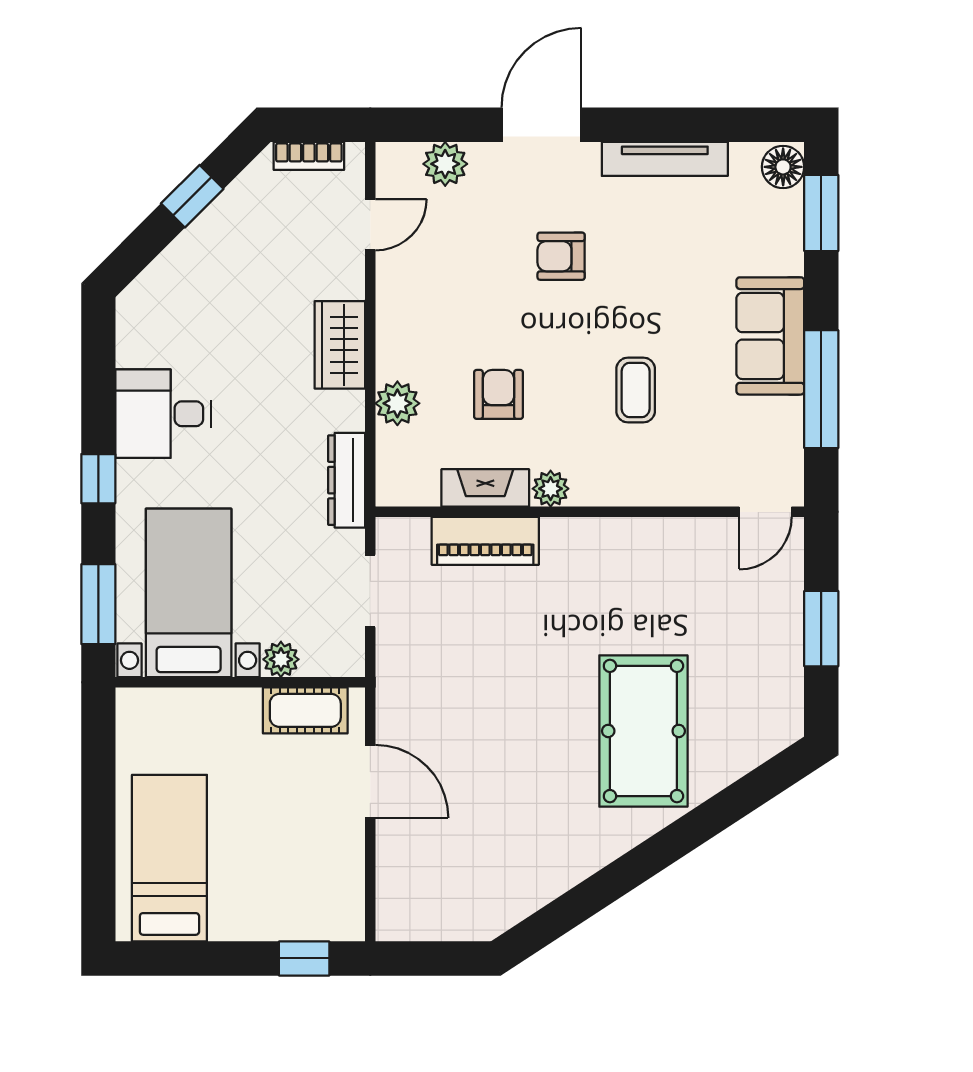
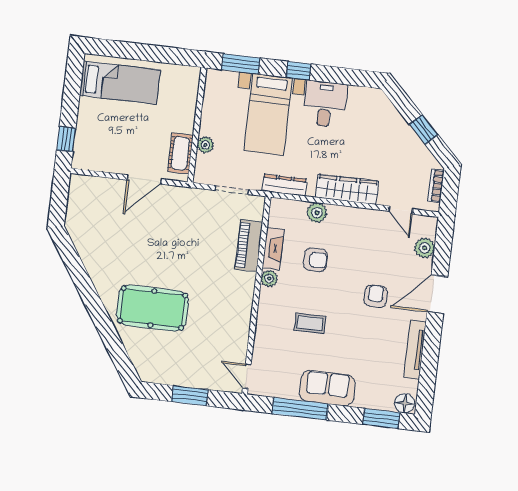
door: (541, 125) -> (437, 294), swing flipped
wardrobe: (340, 345) -> (347, 189), width x1.50
bed with nightstands: (189, 593) -> (268, 114), moved, turned 90

